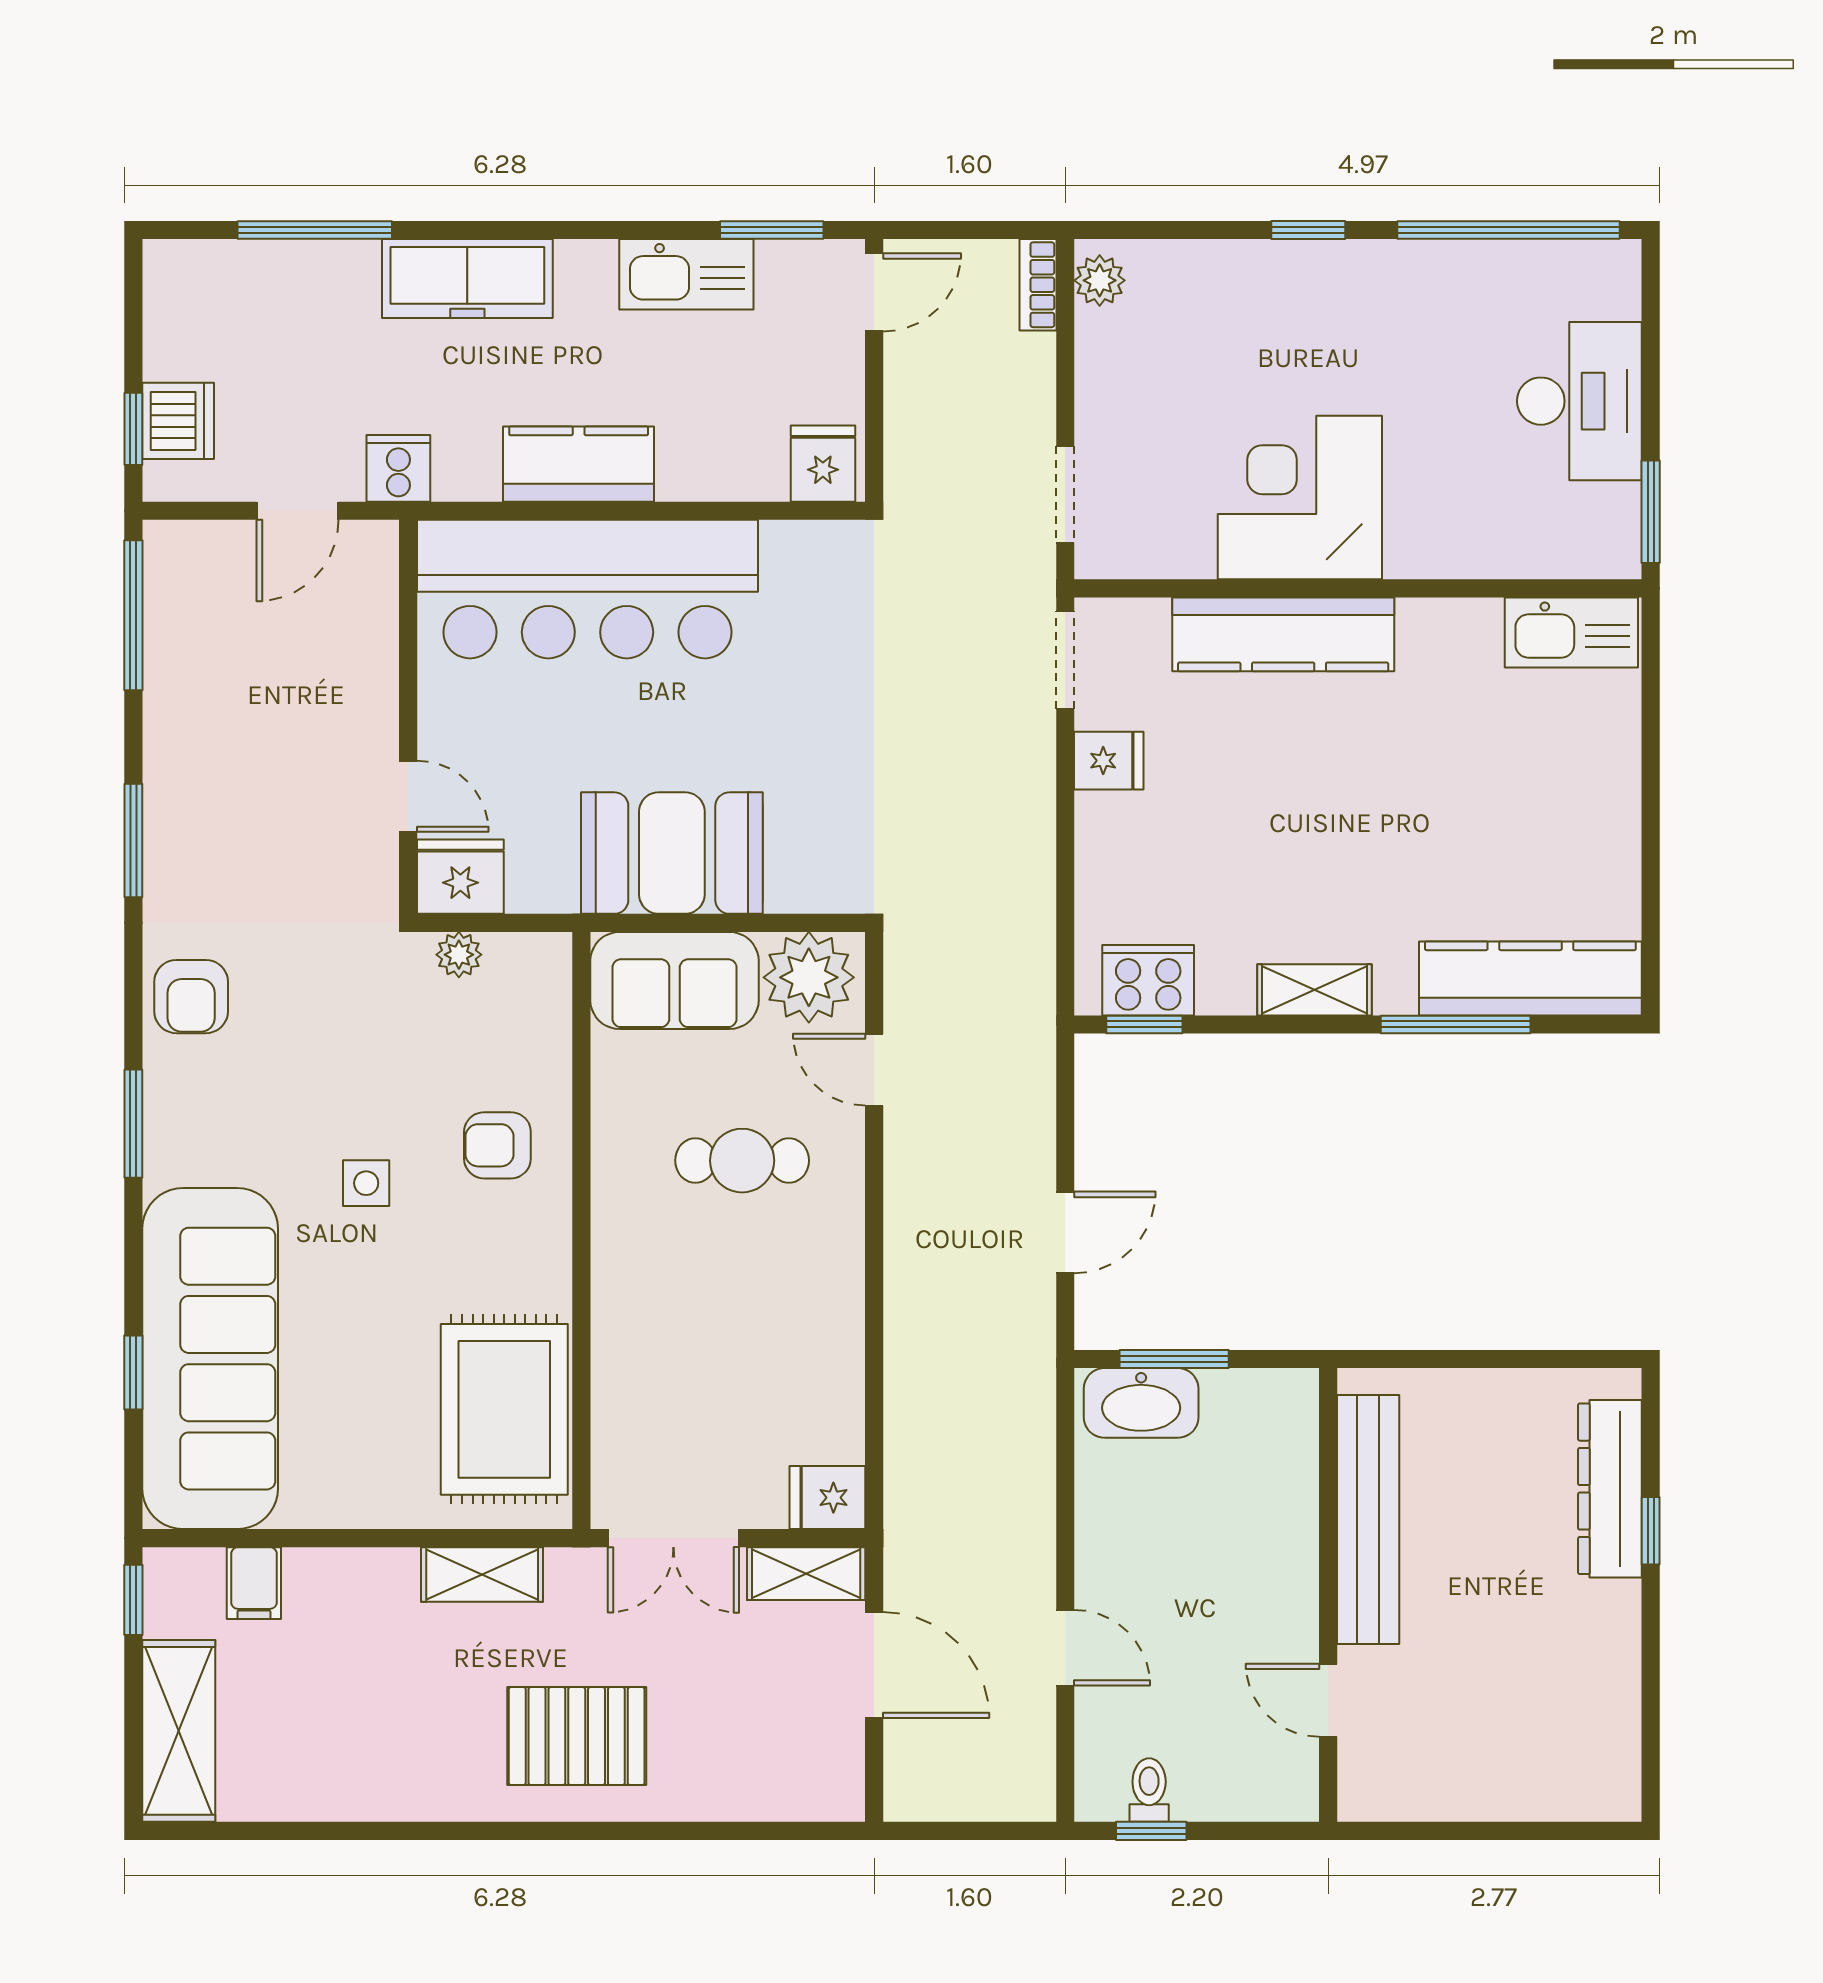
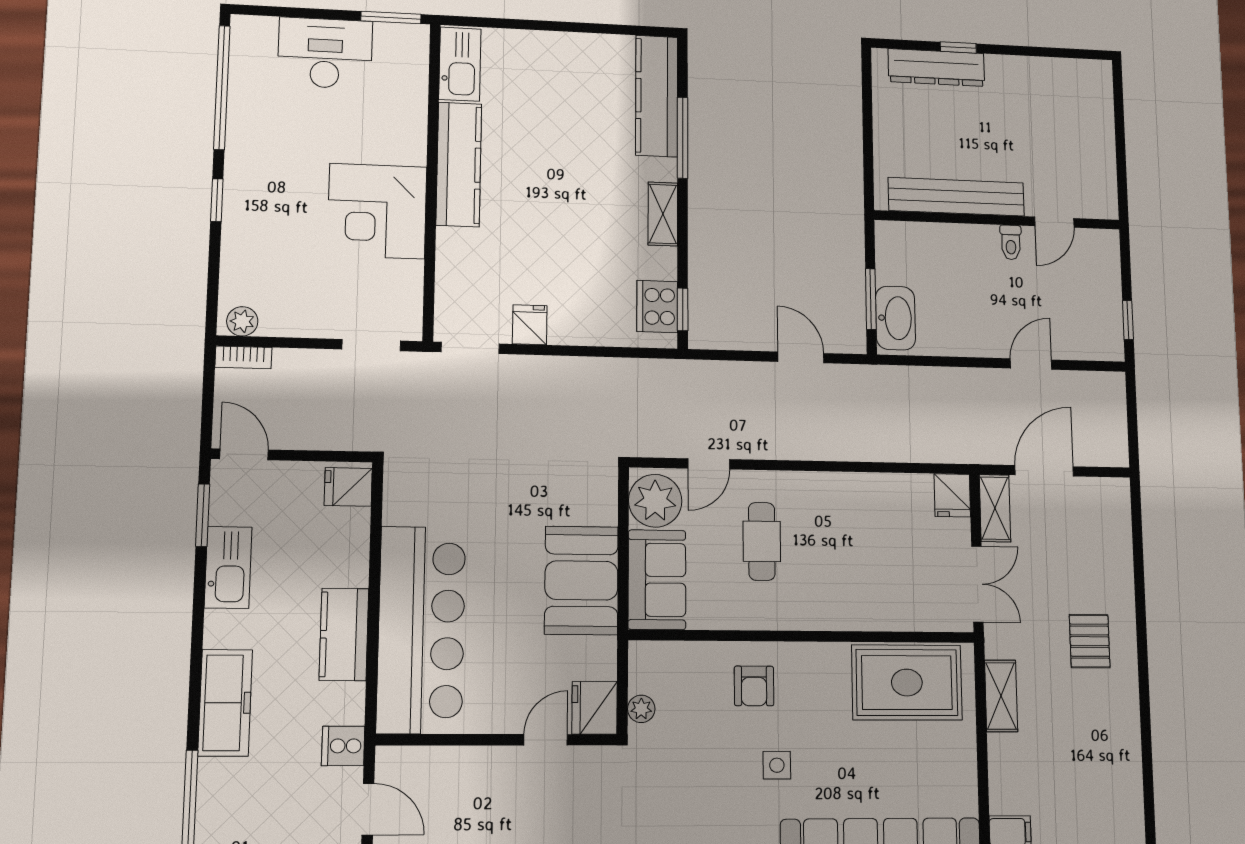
kitchen counter: (1283, 634) -> (459, 164), moved
pallet: (577, 1736) -> (1090, 641), width x0.67, depth x0.71
toilet: (1149, 1790) -> (1011, 242), moved, turned -90

